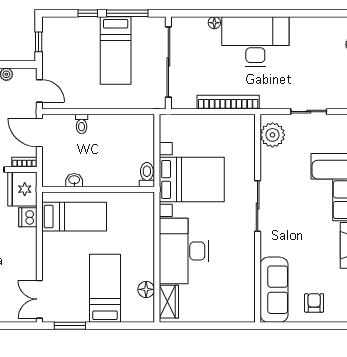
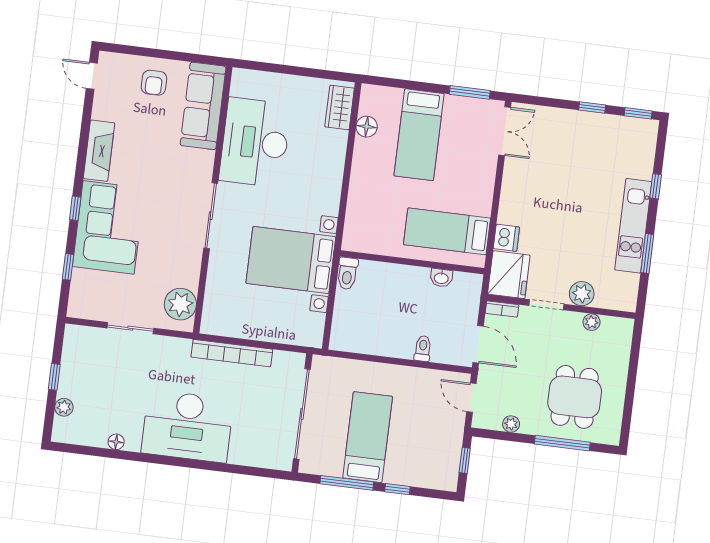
floor lamp: (214, 23) -> (116, 442), moved
desk: (184, 251) -> (255, 142), moved, turned 180

